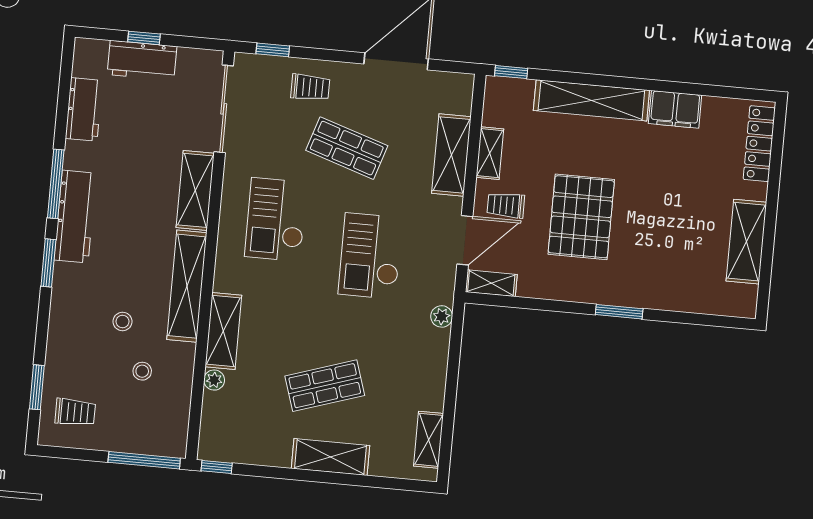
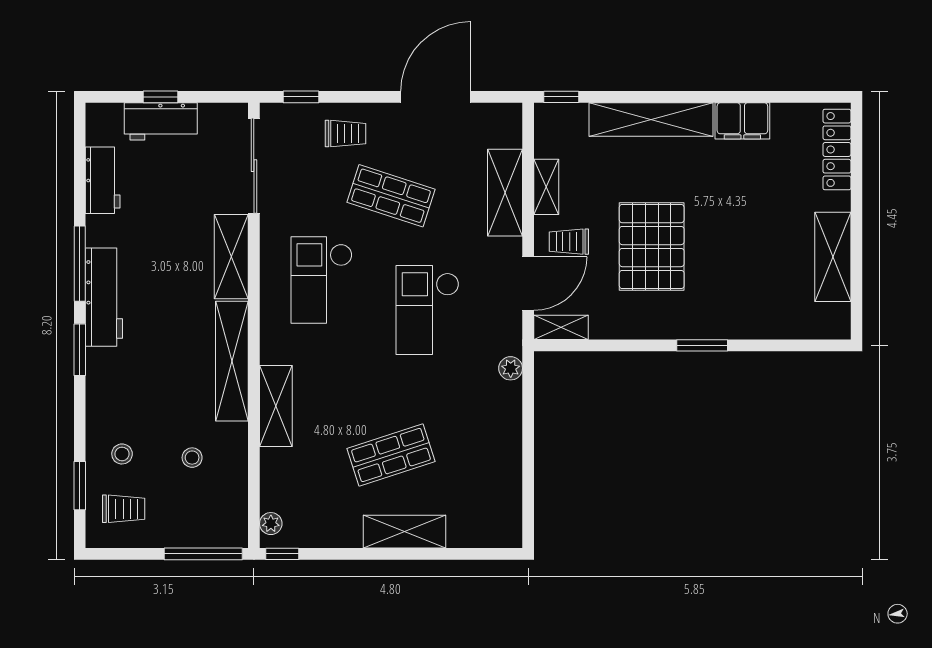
stool: (123, 321) -> (122, 454), moved
plant: (214, 380) -> (271, 524), moved
shelving: (429, 440) -> (509, 503), removed

